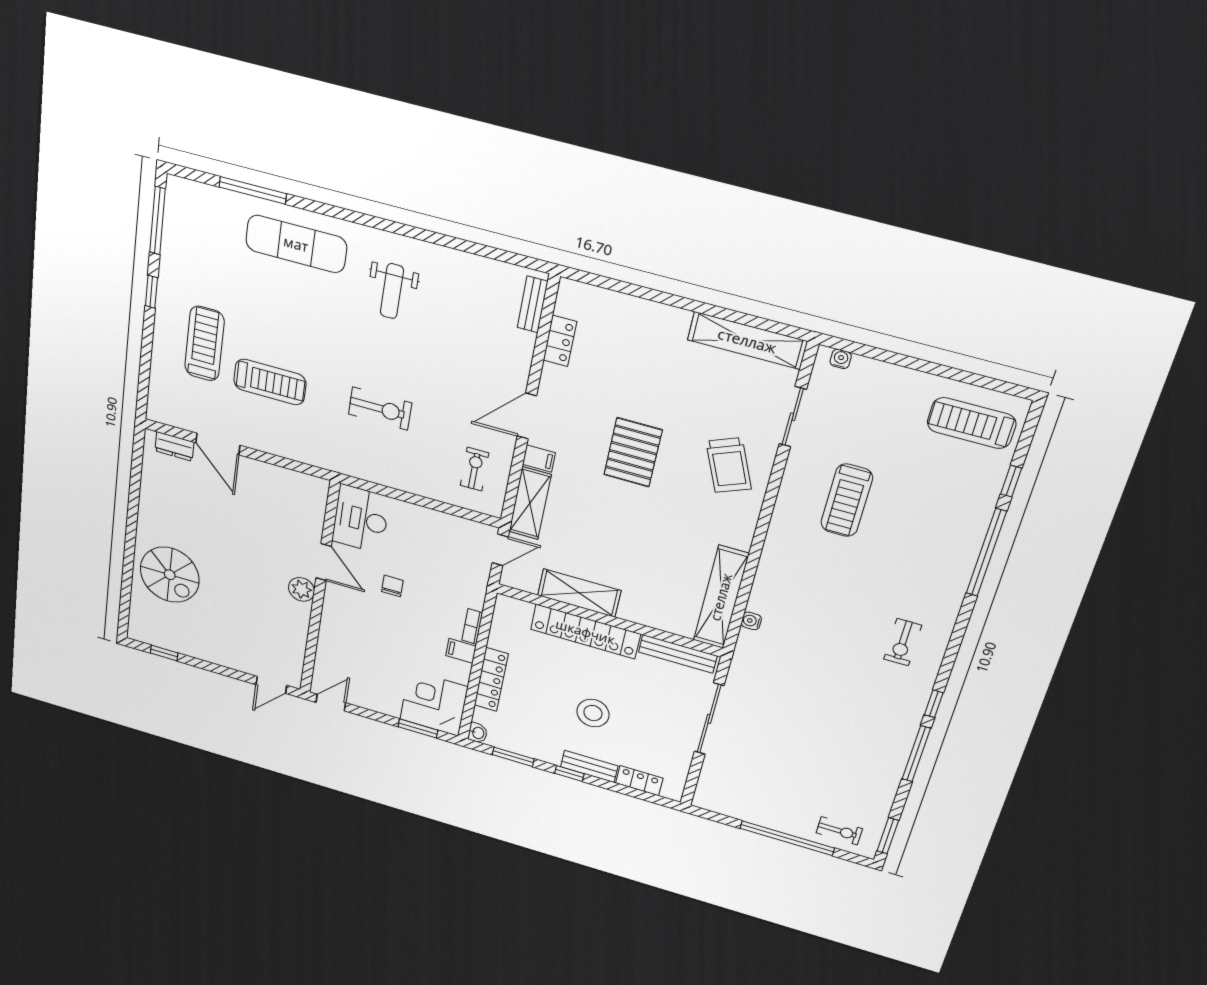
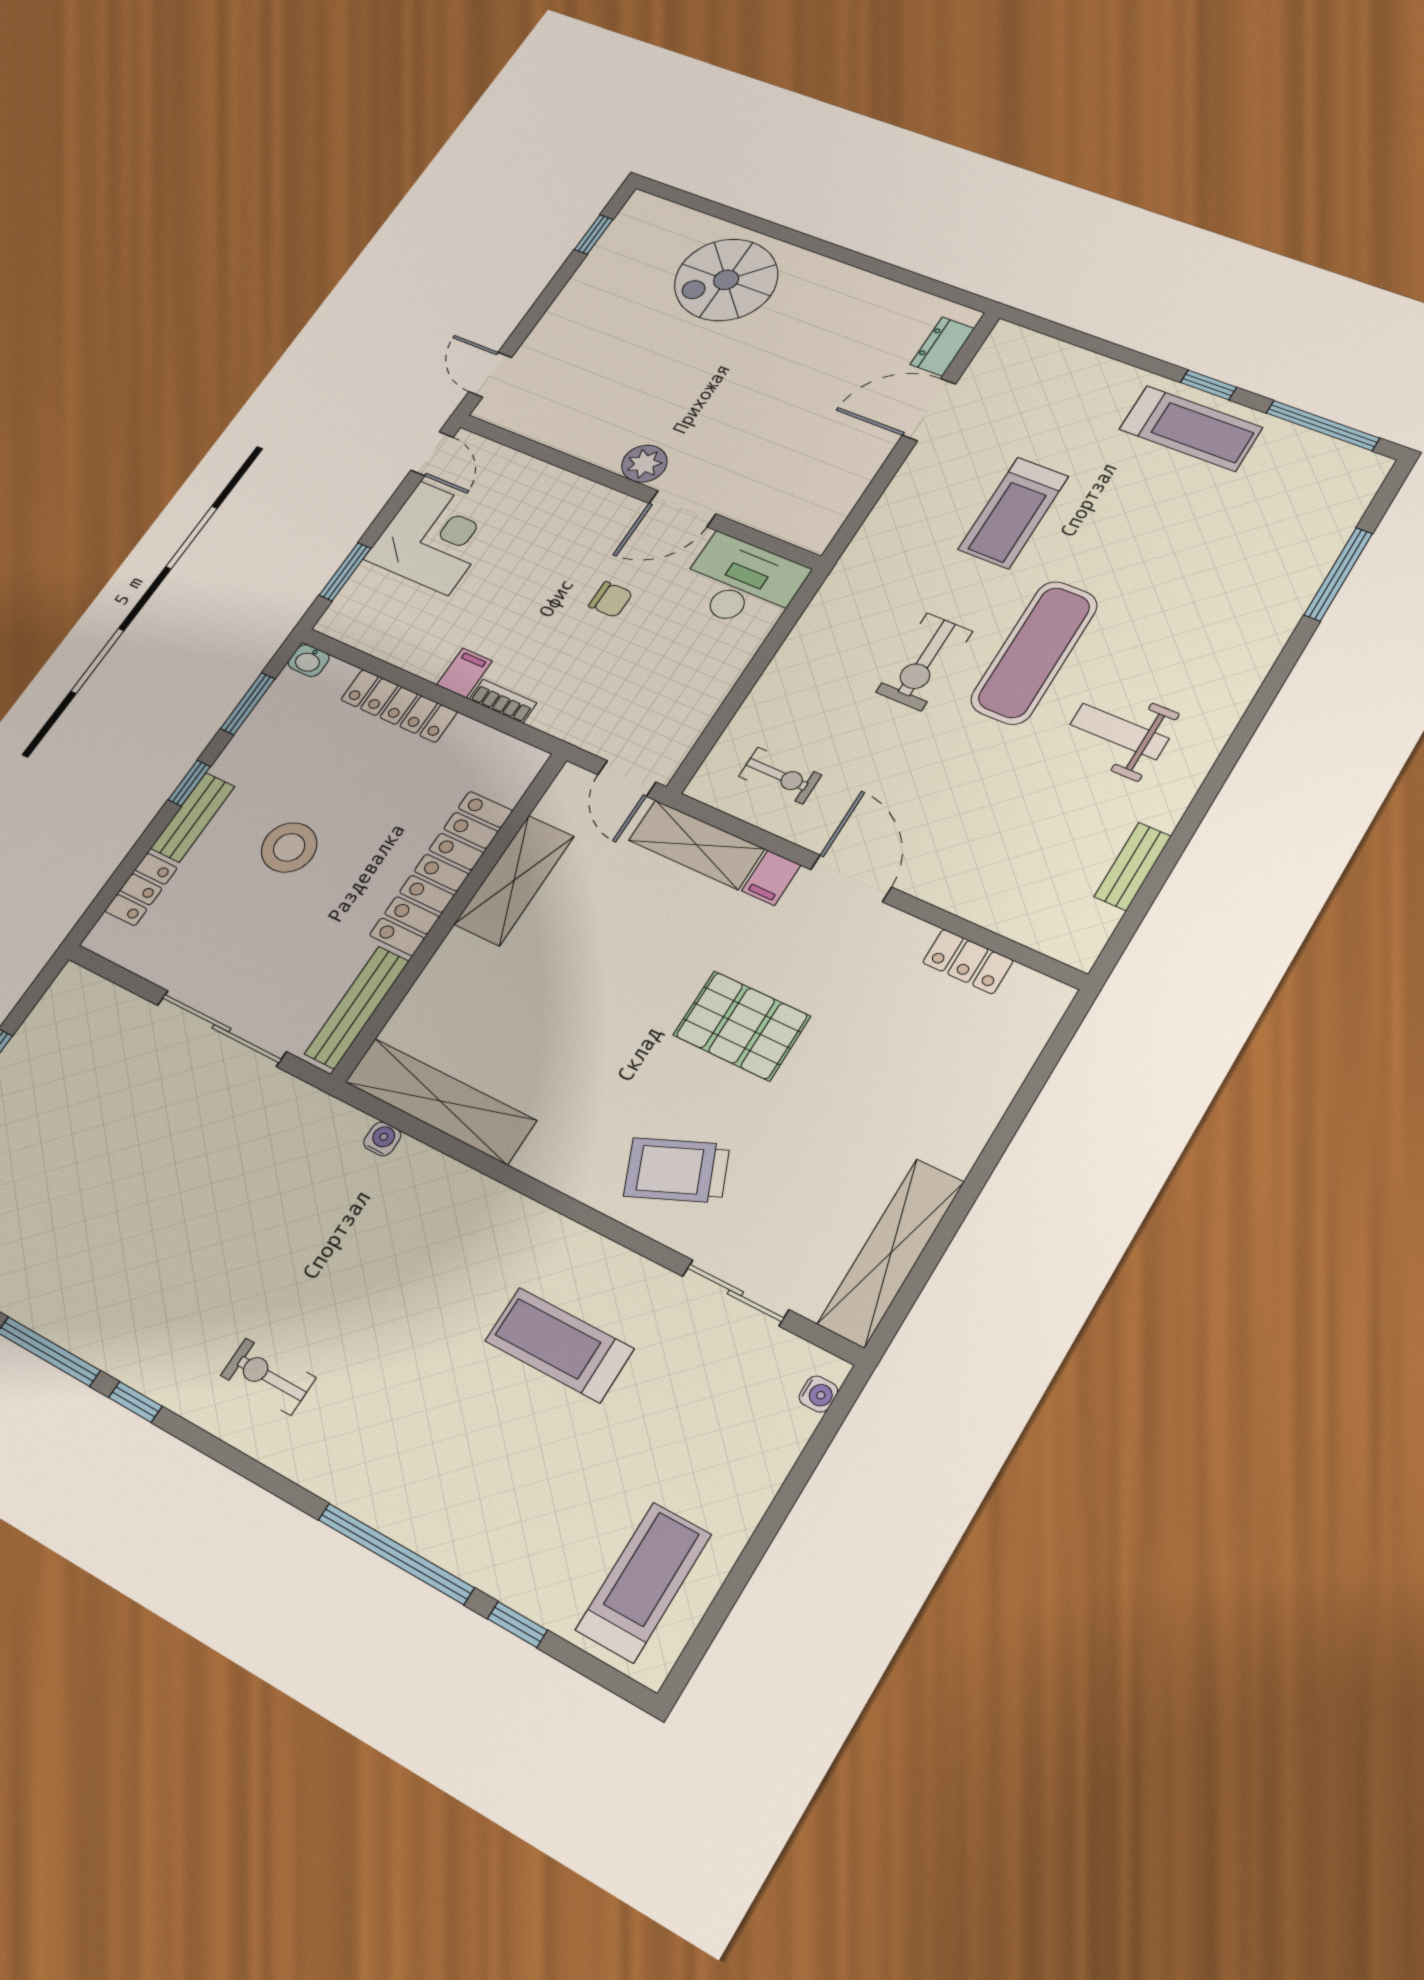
exercise mat: (296, 244) -> (1034, 652), moved
bench: (533, 304) -> (1133, 866), moved, turned 90
treadmill: (204, 344) -> (1191, 428), moved
corner desk: (434, 703) -> (434, 538), moved

